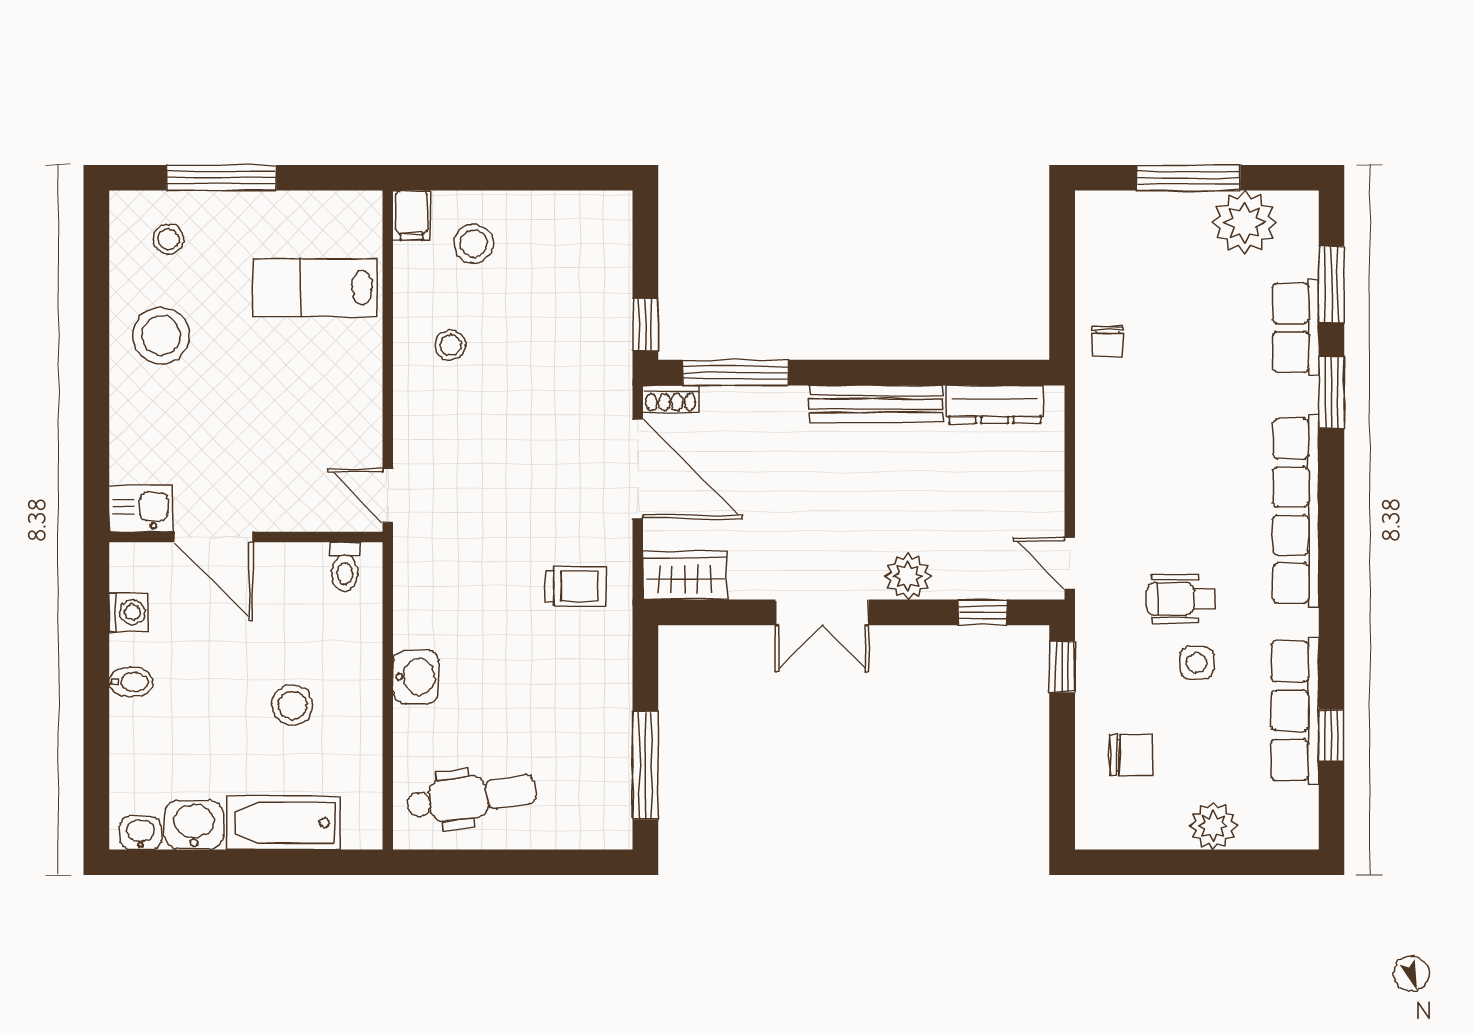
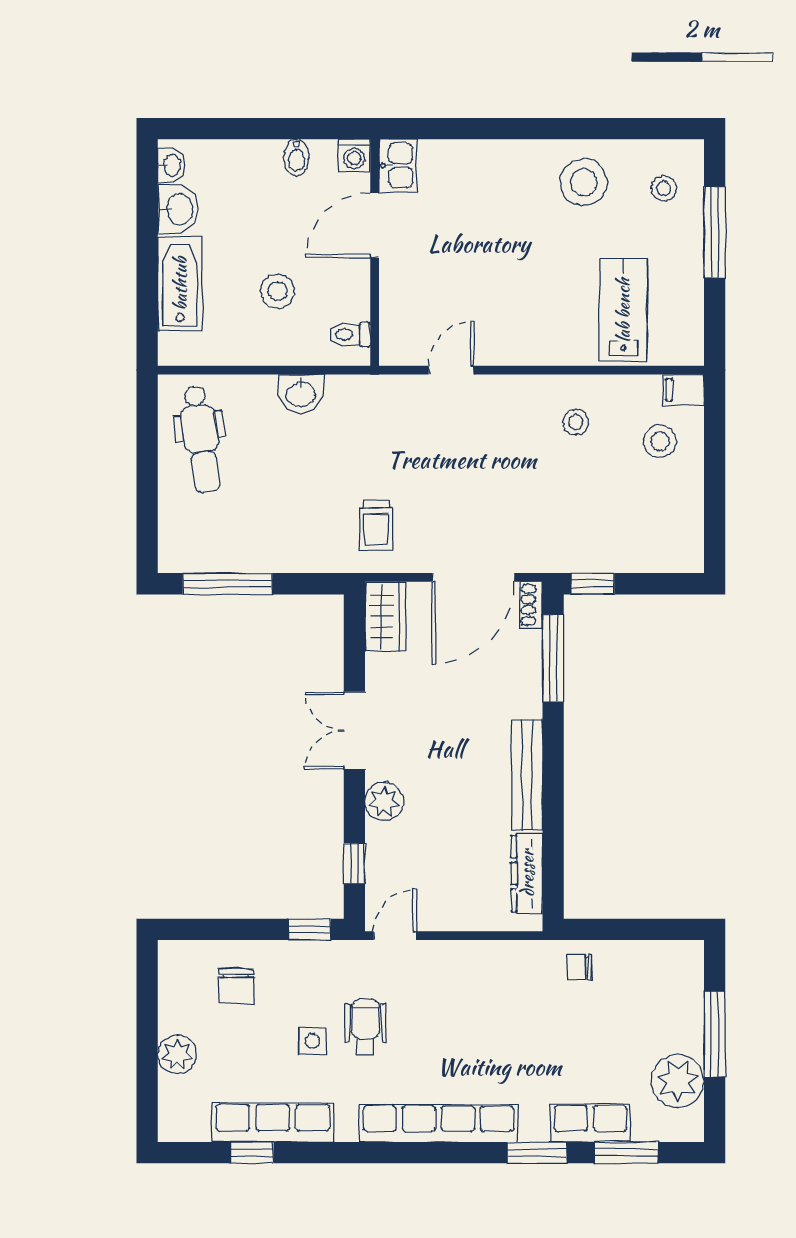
kitchen sink: (141, 509) -> (398, 165), moved
door: (213, 537) -> (375, 225), moved
wall: (246, 537) -> (375, 253), moved
toilet: (345, 567) -> (350, 335), moved

